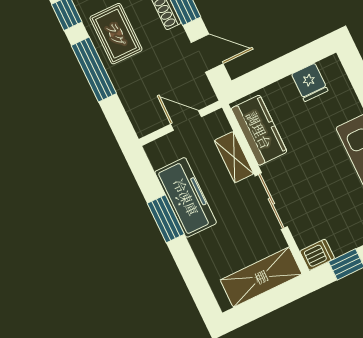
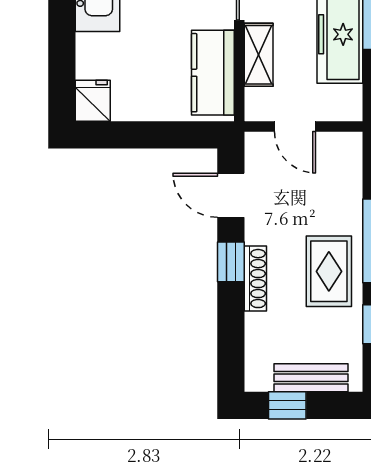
fridge: (310, 82) -> (93, 101), moved

